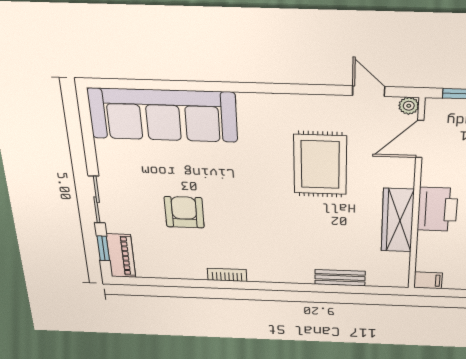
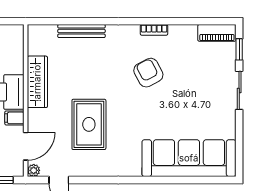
armchair: (184, 212) -> (148, 73), moved, turned 152
piano: (121, 256) -> (217, 33), moved, turned -90
bench: (340, 278) -> (81, 31), width x1.36
filing cabinet: (428, 280) -> (14, 118), moved

